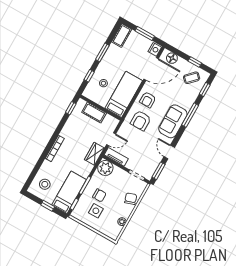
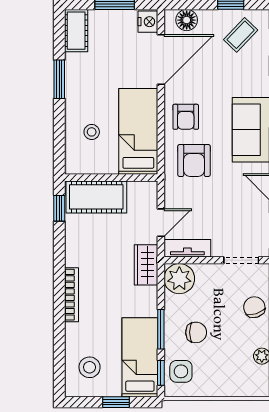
window: (89, 76) -> (59, 133), removed
cot: (94, 113) -> (96, 197), width x1.37, depth x1.34
side table: (96, 211) -> (181, 371), moved

